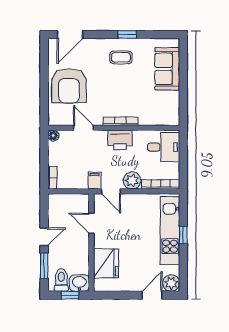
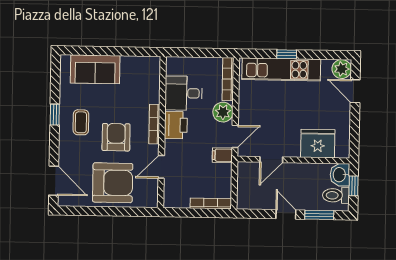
armchair: (109, 88) -> (116, 137), added
floor lamp: (53, 136) -> (170, 202), removed
desk: (164, 147) -> (184, 93), moved, turned -90
bookcase: (52, 178) -> (211, 204), width x1.56

